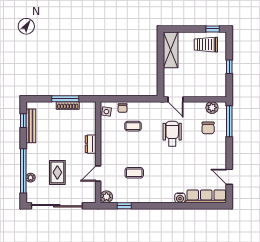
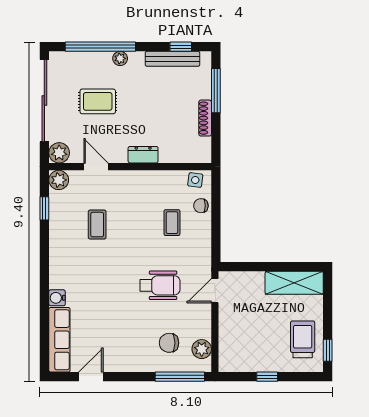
window: (65, 99) -> (216, 91), moved
plant: (31, 178) -> (120, 58), moved
plant: (89, 197) -> (59, 153), added

